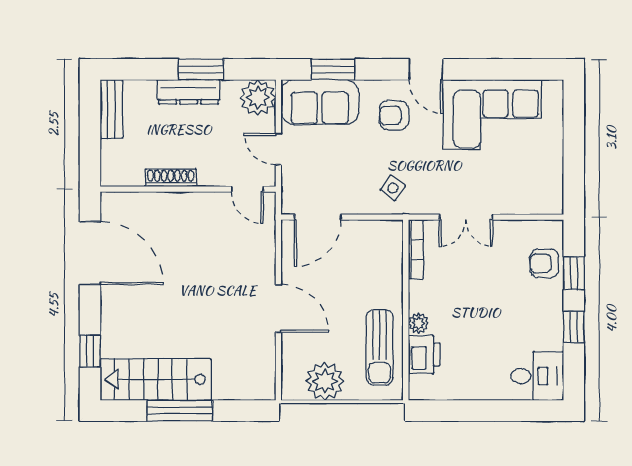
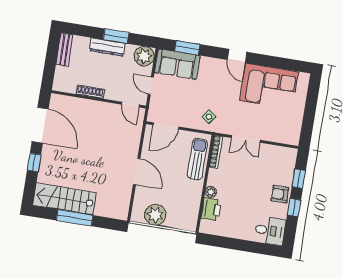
armchair: (394, 115) -> (216, 78), removed
armchair: (544, 263) -> (280, 194), moved
sun lounger: (380, 348) -> (197, 159), moved, turned 180
window: (90, 351) -> (34, 163), moved

